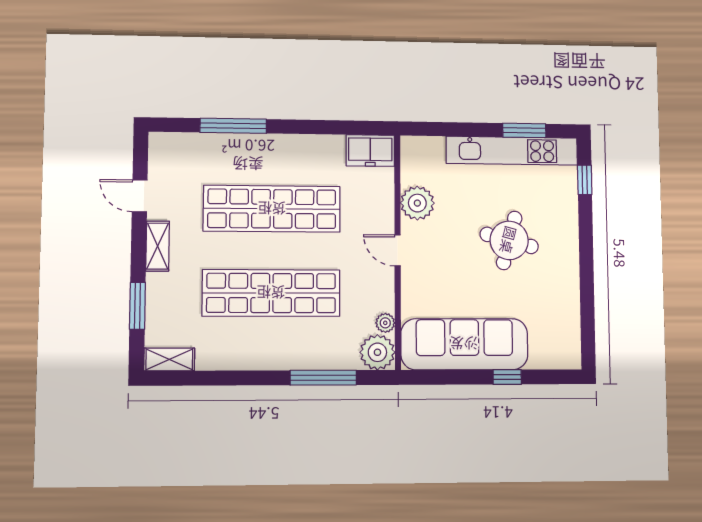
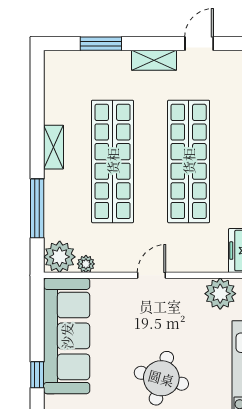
plant: (417, 203) -> (220, 294), moved
shelving: (169, 359) -> (54, 147), moved

